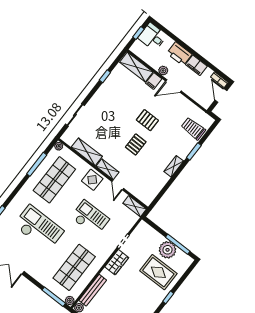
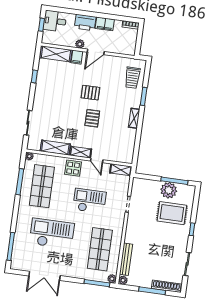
door: (221, 95) -> (139, 37), removed
trolley: (193, 129) -> (132, 78), turned -90
wardrobe: (117, 262) -> (133, 225), removed

